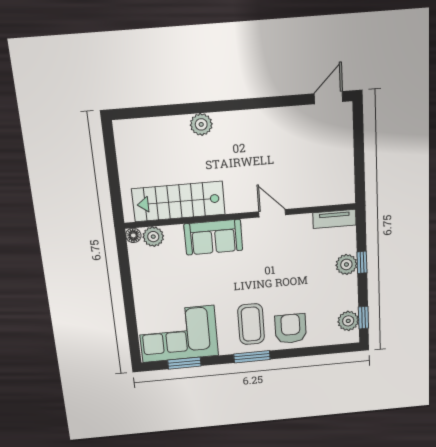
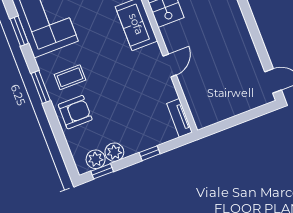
plant: (346, 264) -> (114, 152), moved
coffee table: (251, 324) -> (70, 77), width x0.73, depth x0.77

